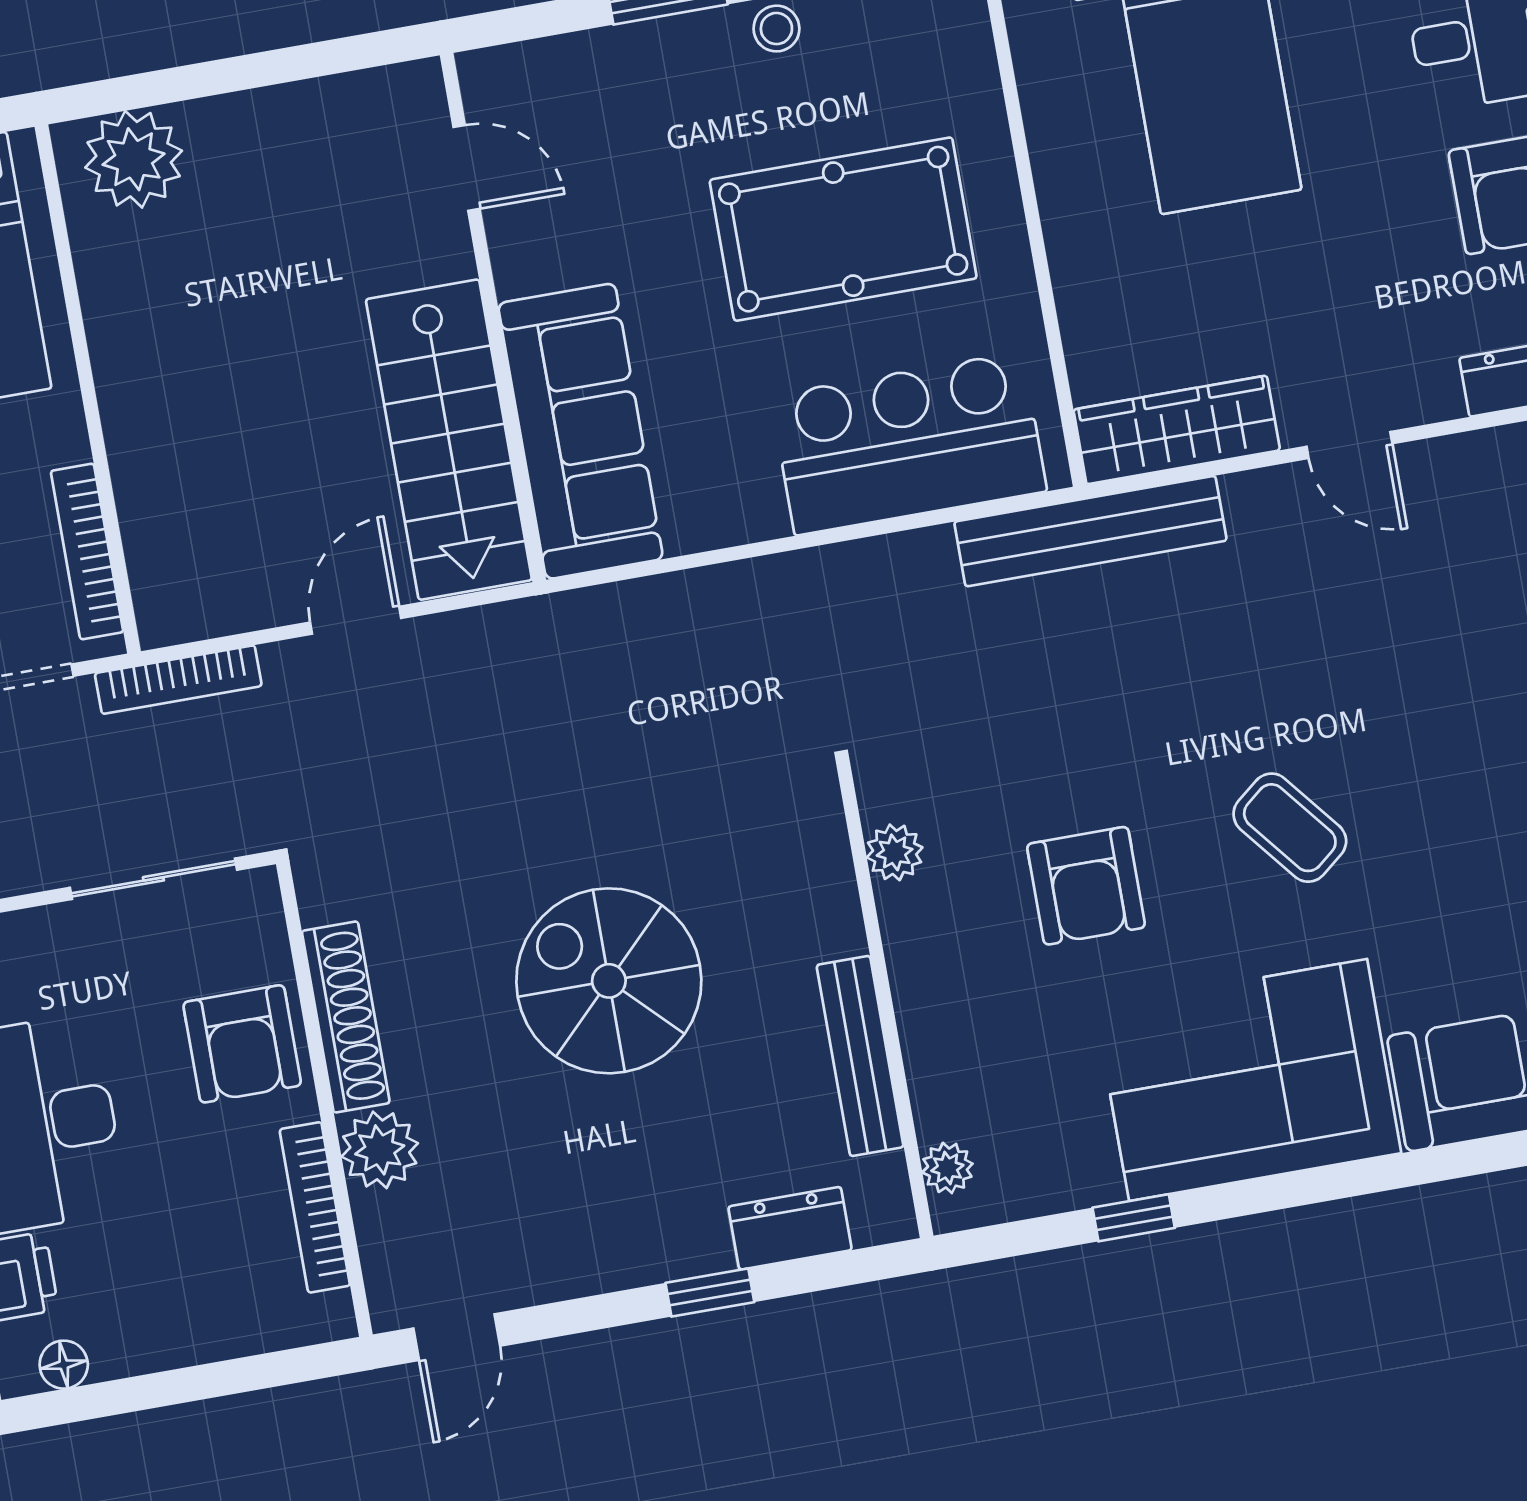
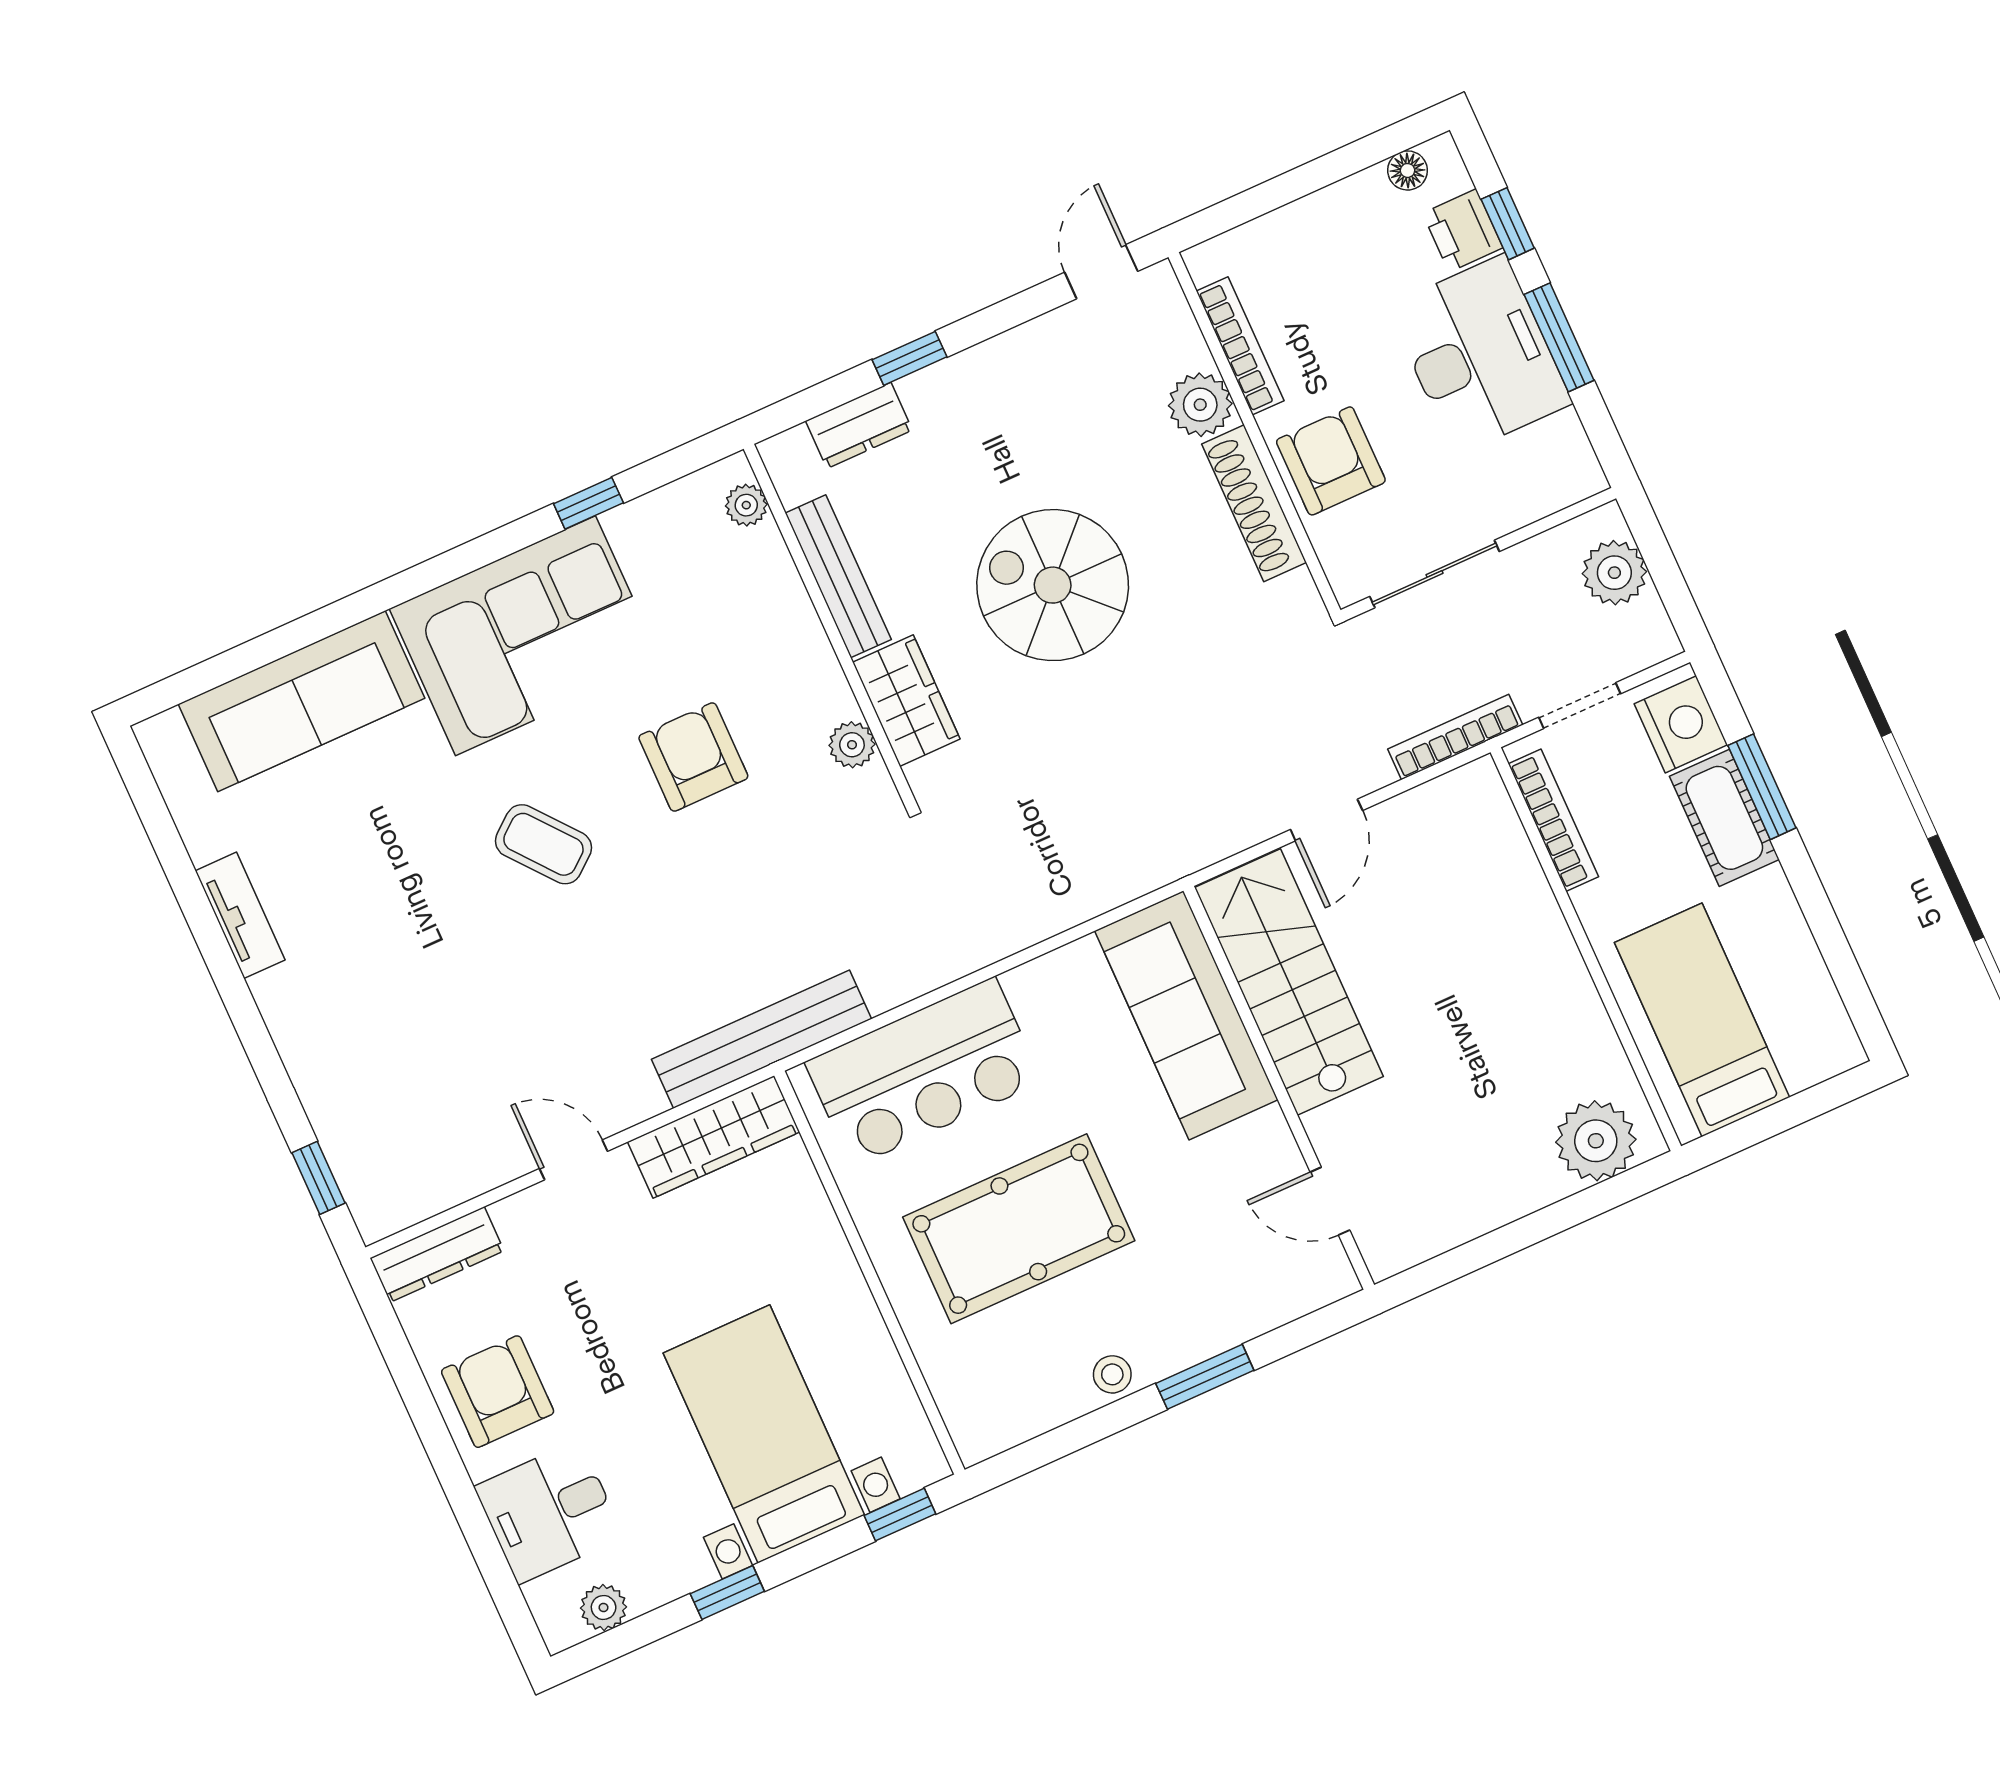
wardrobe: (817, 888) -> (906, 701), added
spiral stairs: (609, 981) -> (1053, 585), turned 180

